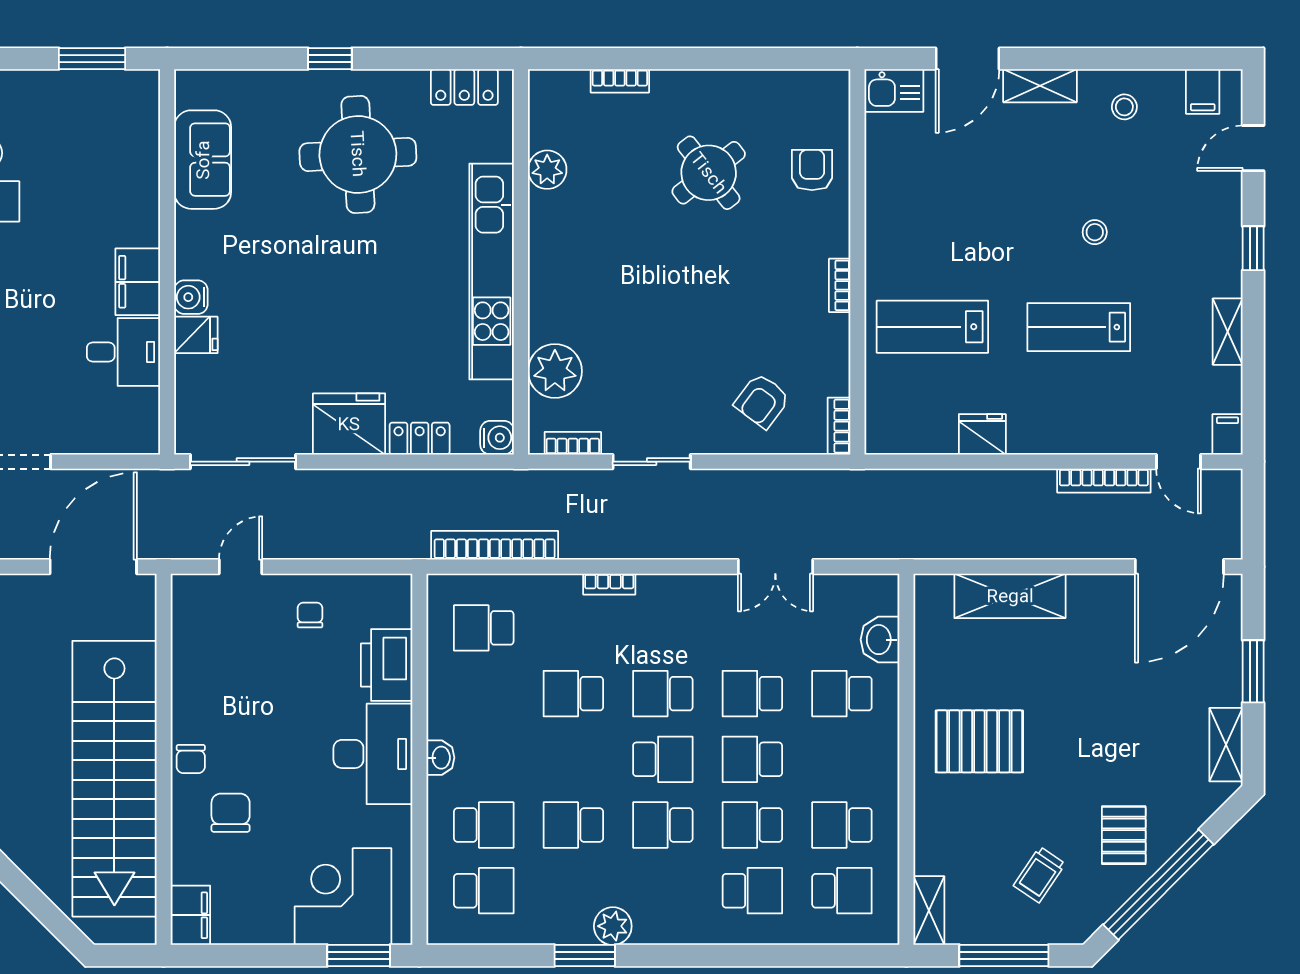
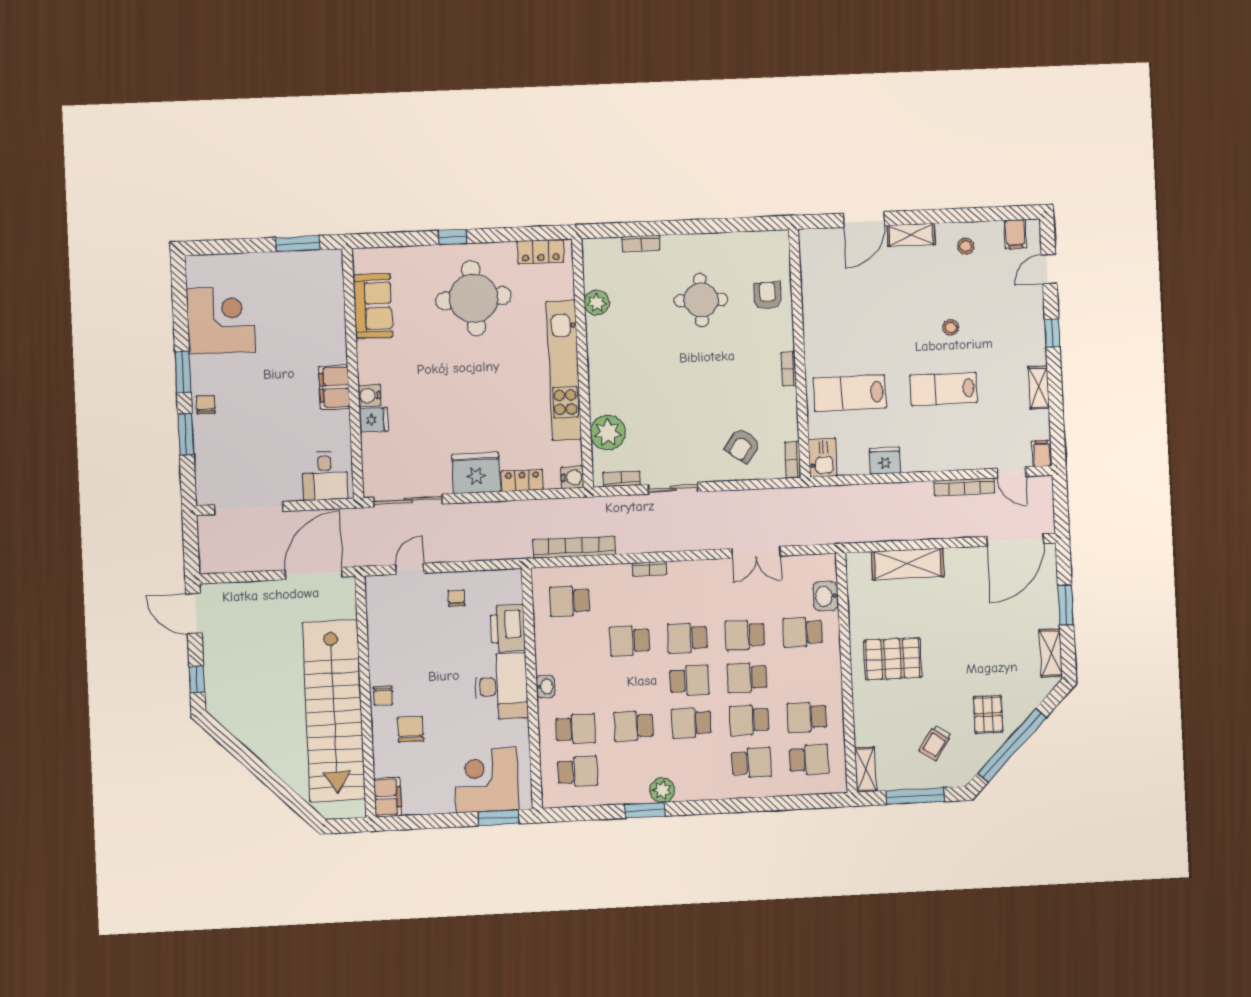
kitchen sink: (894, 91) -> (823, 458), moved, turned -90
round table: (709, 173) -> (701, 300), turned 38
desk: (123, 352) -> (325, 476), moved, turned 90

